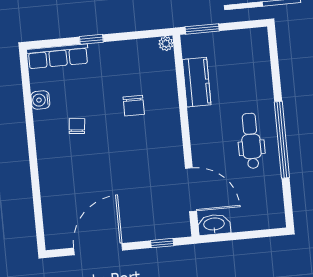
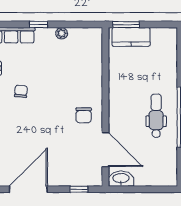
plant: (166, 44) -> (62, 33), moved
kitchen counter: (197, 82) -> (131, 37), moved, turned 90
chair: (134, 106) -> (84, 115), moved

